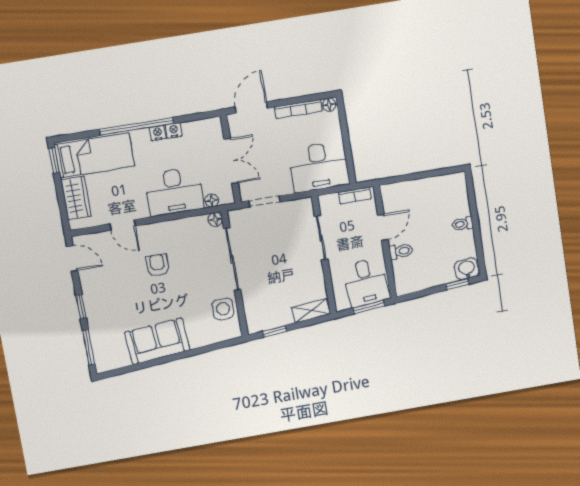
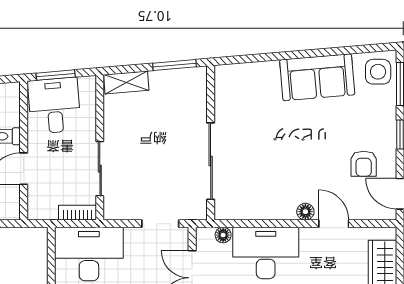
bookcase: (355, 195) -> (77, 213), moved
floor lamp: (215, 220) -> (305, 212), moved
armchair: (157, 265) -> (364, 164), moved
side table: (223, 309) -> (378, 72), moved
window: (274, 331) -> (175, 65), width x1.50

